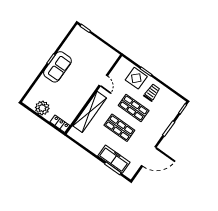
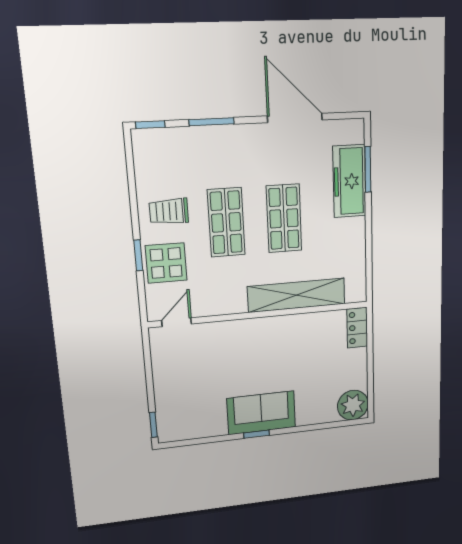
door: (103, 81) -> (177, 322), moved
plant: (42, 108) -> (353, 405), moved

